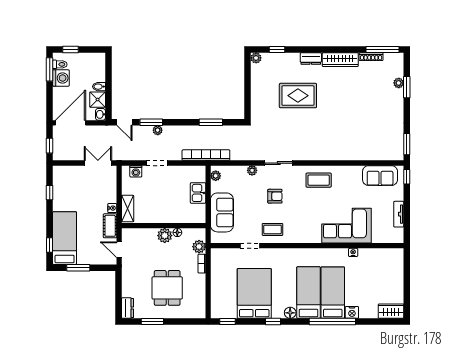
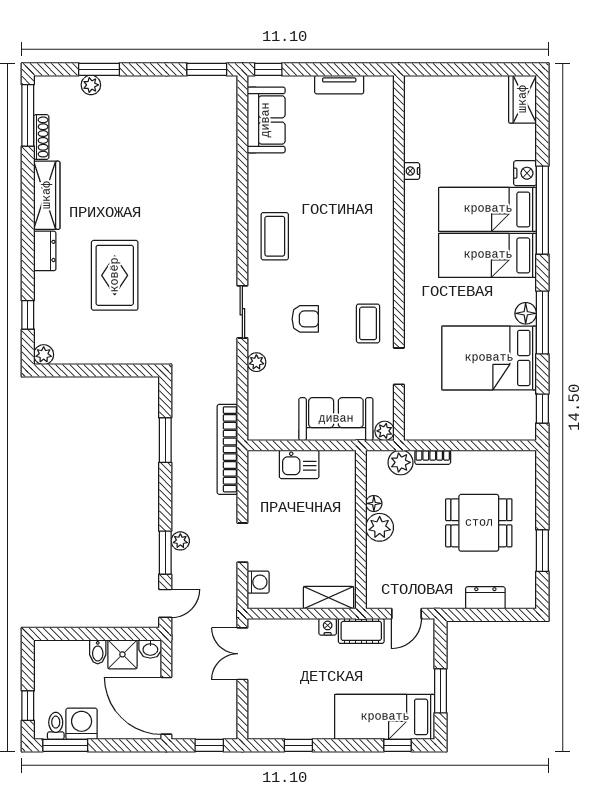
plant: (216, 176) -> (385, 431), moved
armchair: (275, 196) -> (305, 319), turned 90
corner sofa: (347, 226) -> (361, 183), removed
dresser: (127, 308) -> (485, 598), moved
floor lamp: (290, 313) -> (526, 313), moved
window: (273, 322) -> (542, 323), width x2.17

